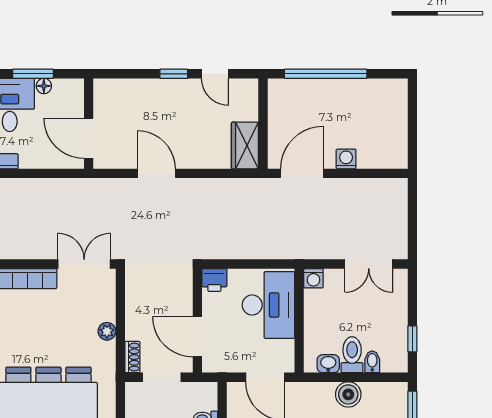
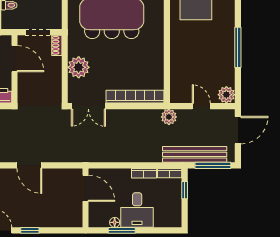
door: (156, 173) -> (29, 165), moved
plant: (107, 331) -> (79, 67), width x1.88, depth x1.88

